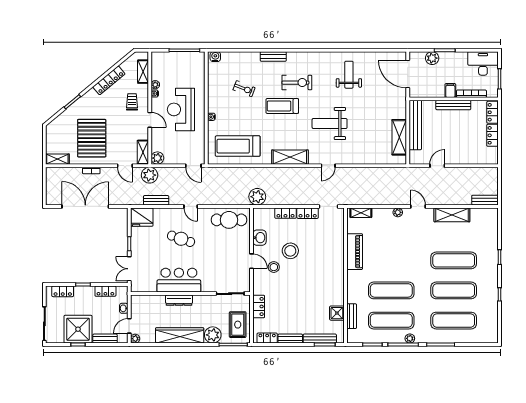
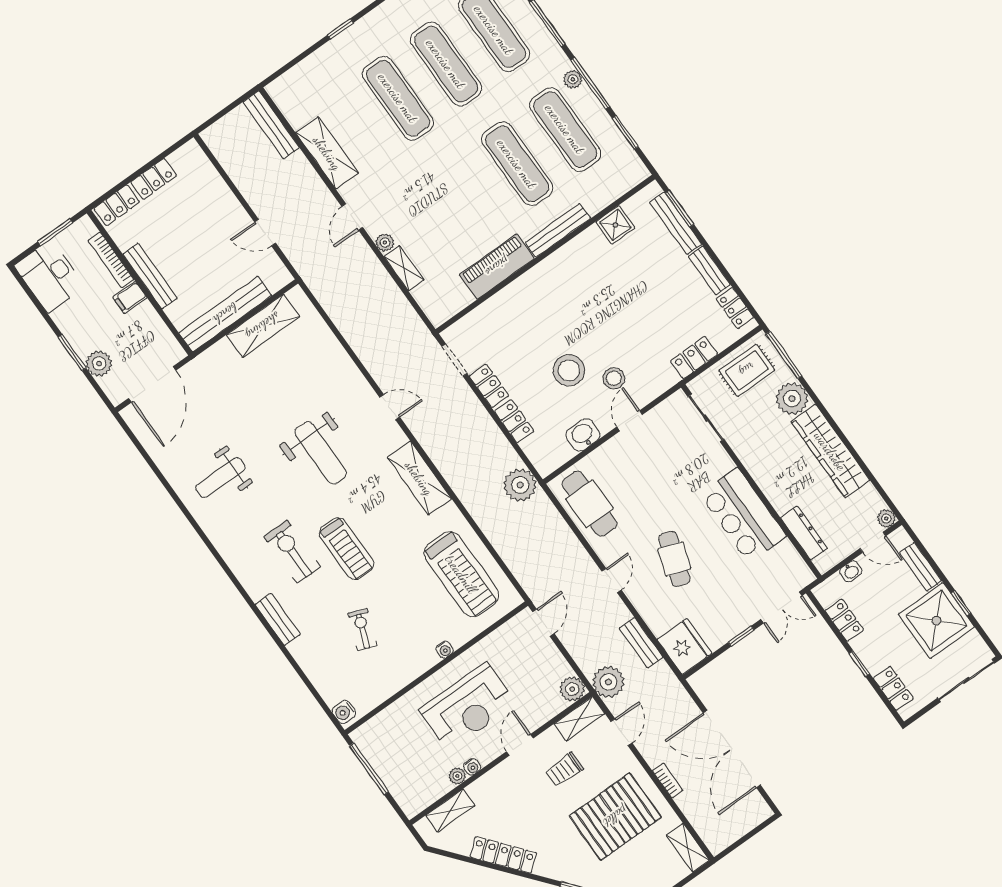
trolley: (132, 102) -> (564, 770), moved
bench: (485, 200) -> (271, 125), width x1.36
shelving: (361, 213) -> (404, 268), moved
dresser: (179, 300) -> (804, 533), moved
bench: (352, 316) -> (558, 230), moved, width x1.36

